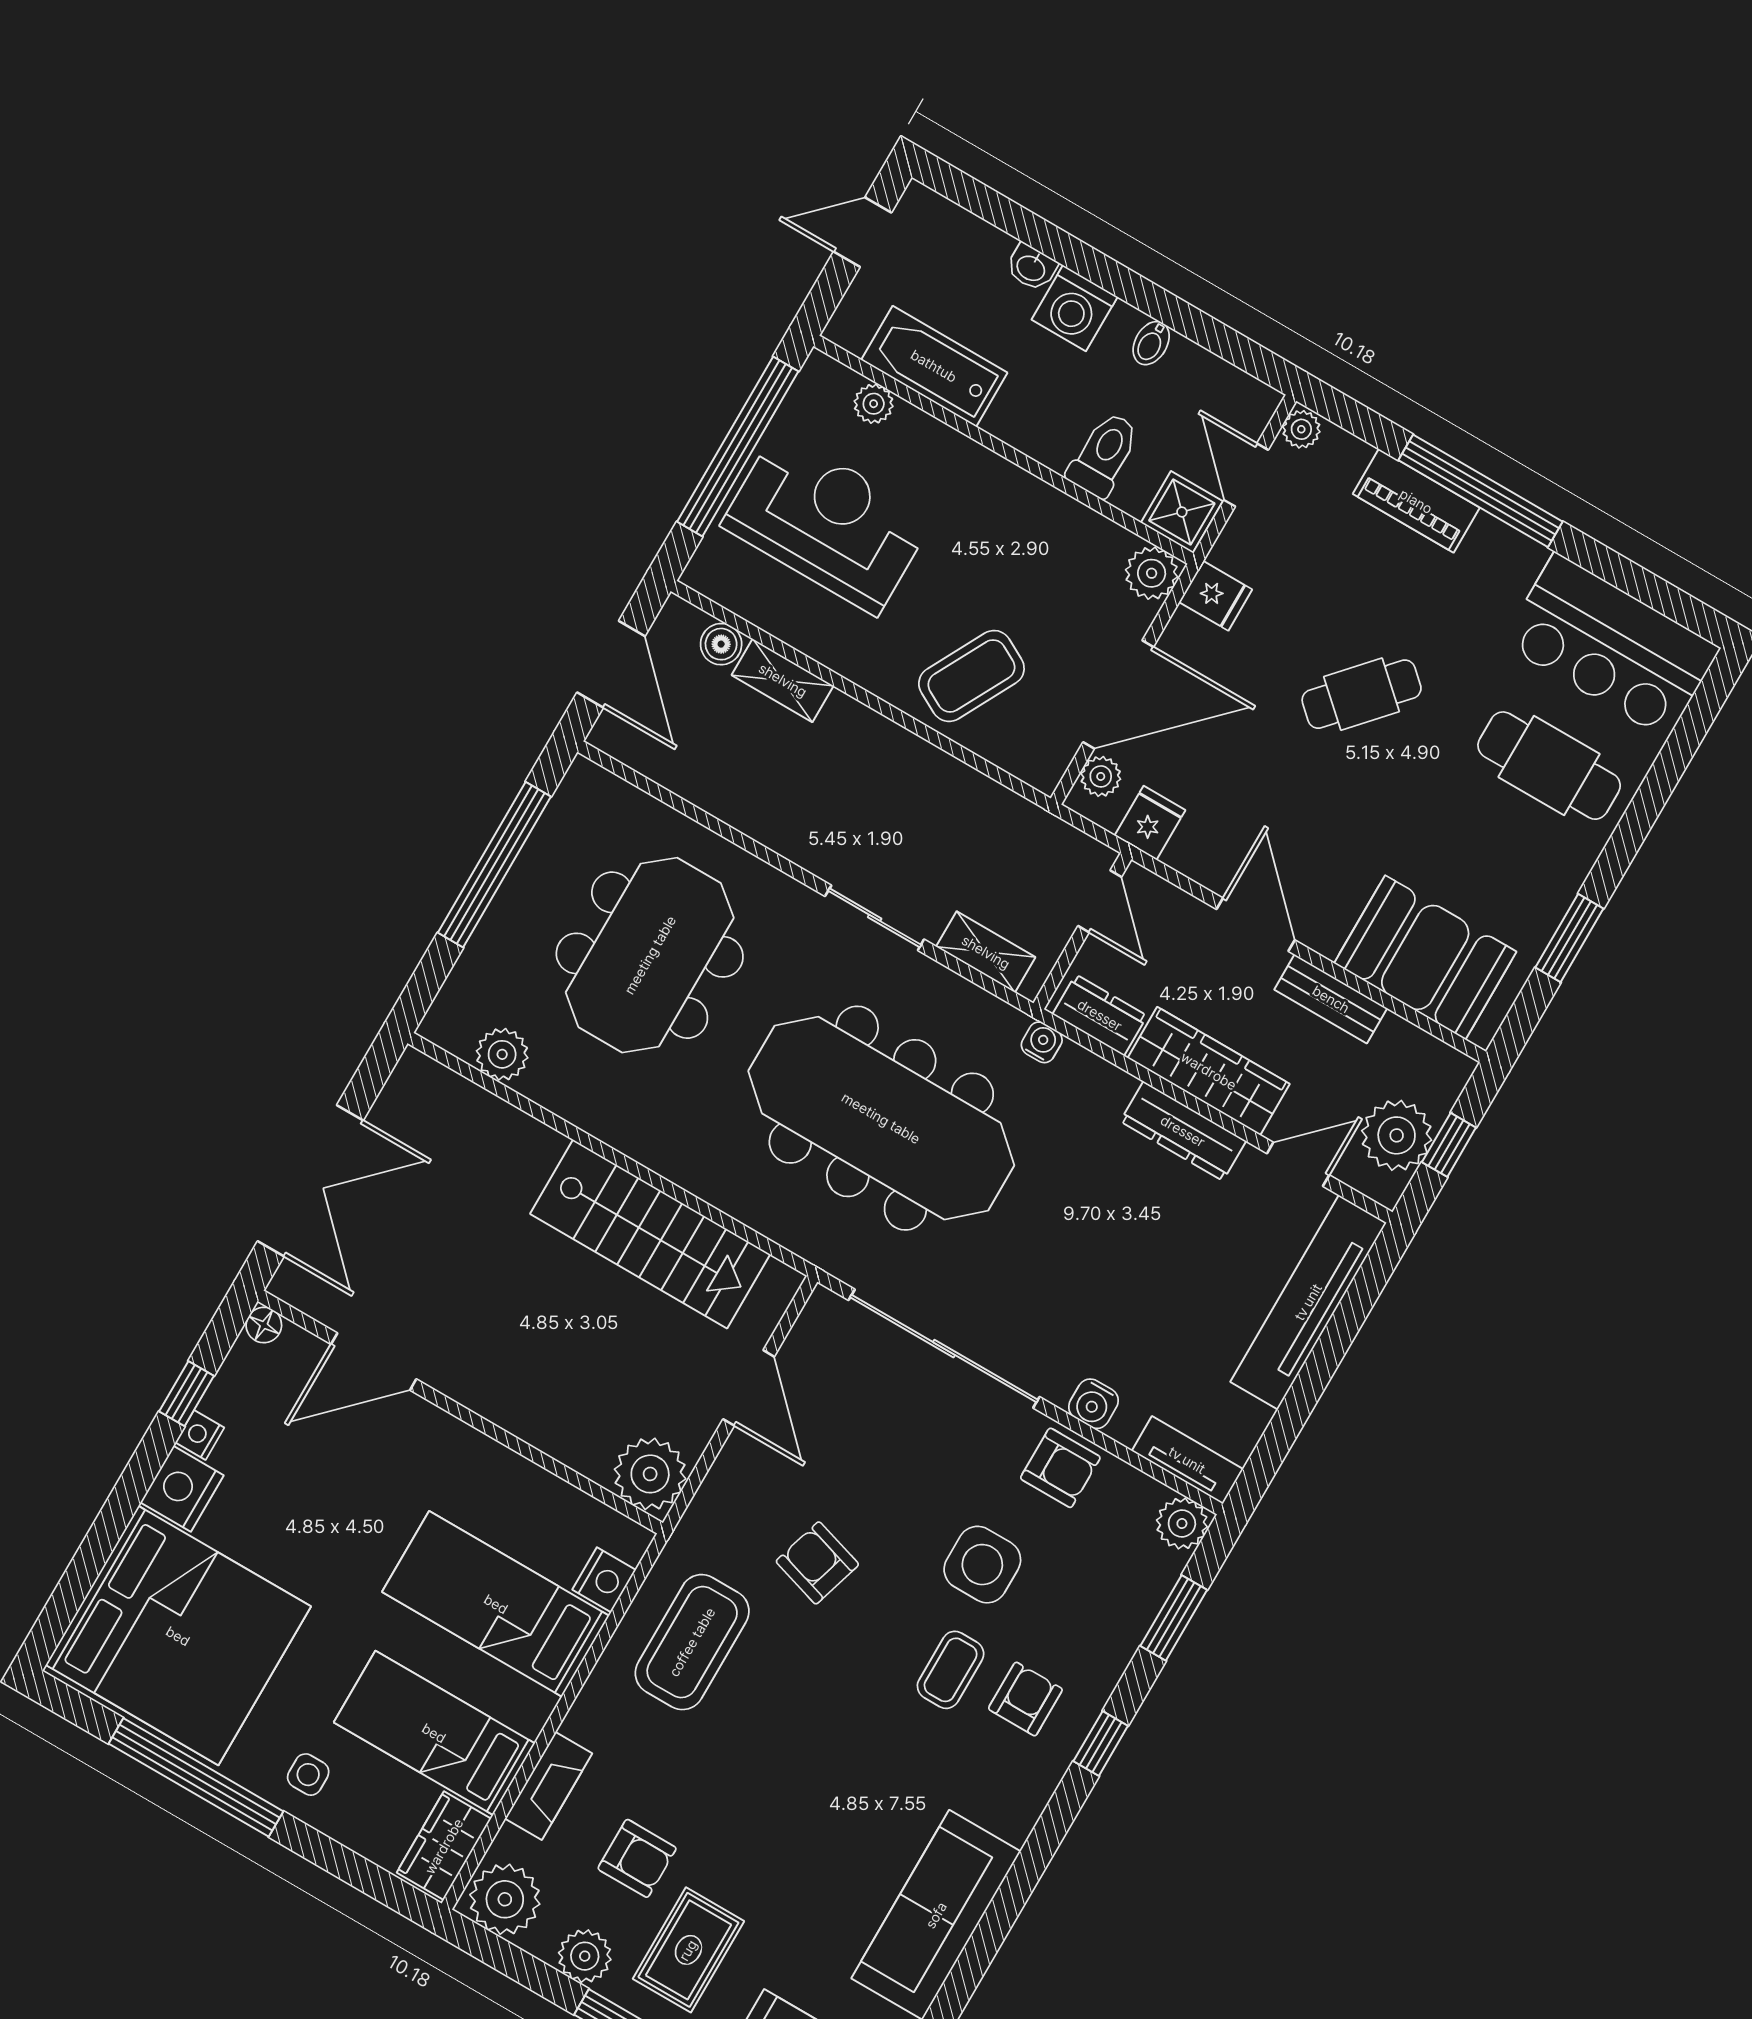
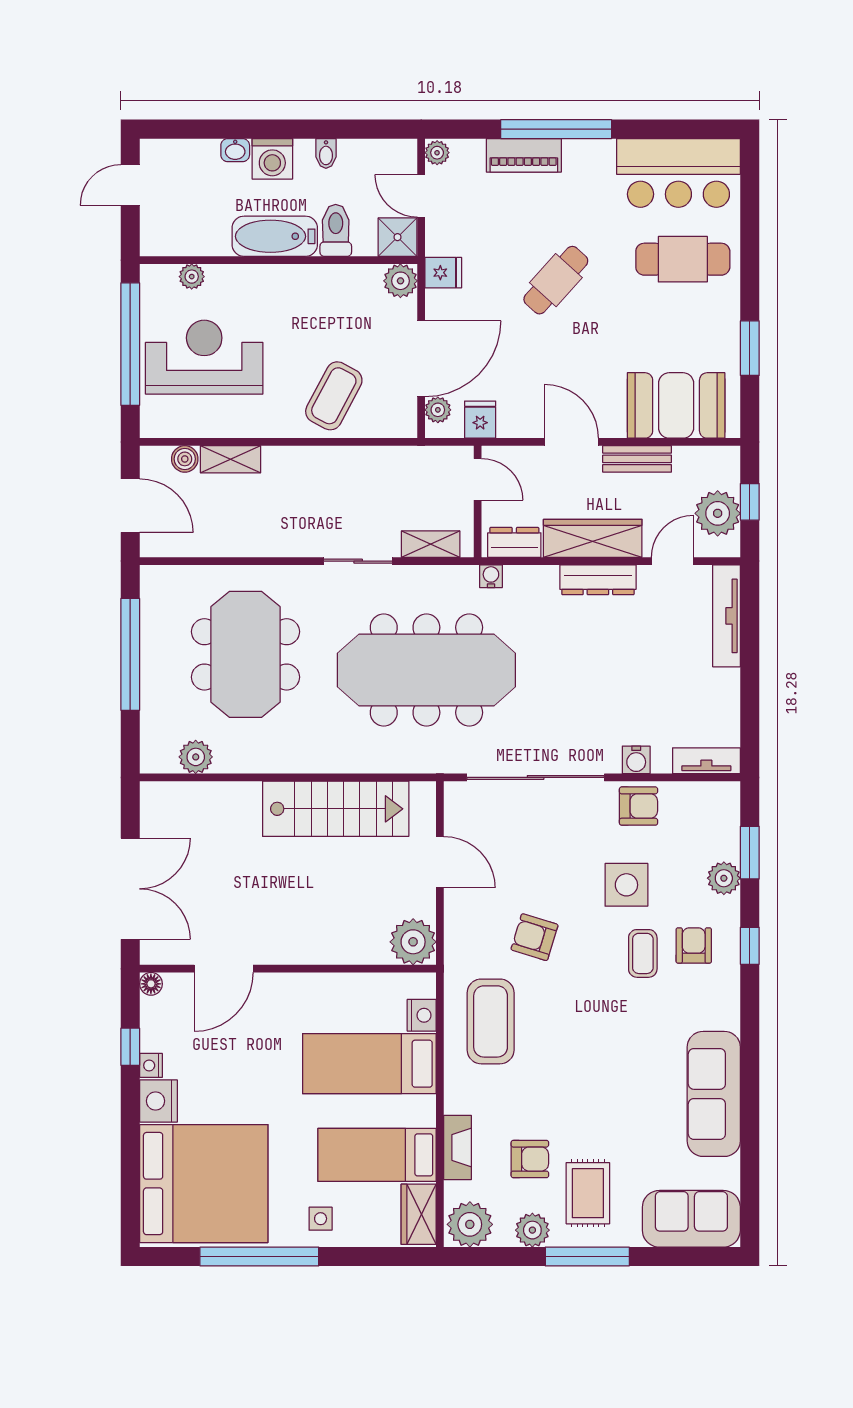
bathtub: (934, 366) -> (275, 236), moved
tv unit: (1308, 1302) -> (727, 616), width x0.73, depth x0.78
plant: (1182, 1524) -> (724, 878), moved

